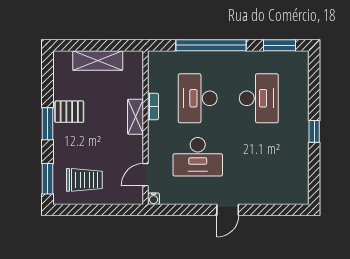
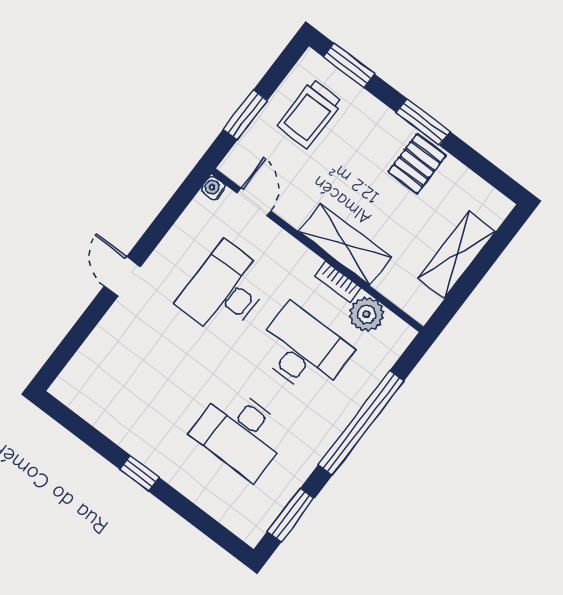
plant: (158, 82) -> (367, 314), added
shelving: (136, 117) -> (345, 244), width x1.50, depth x1.33
window: (108, 210) -> (245, 115), added

